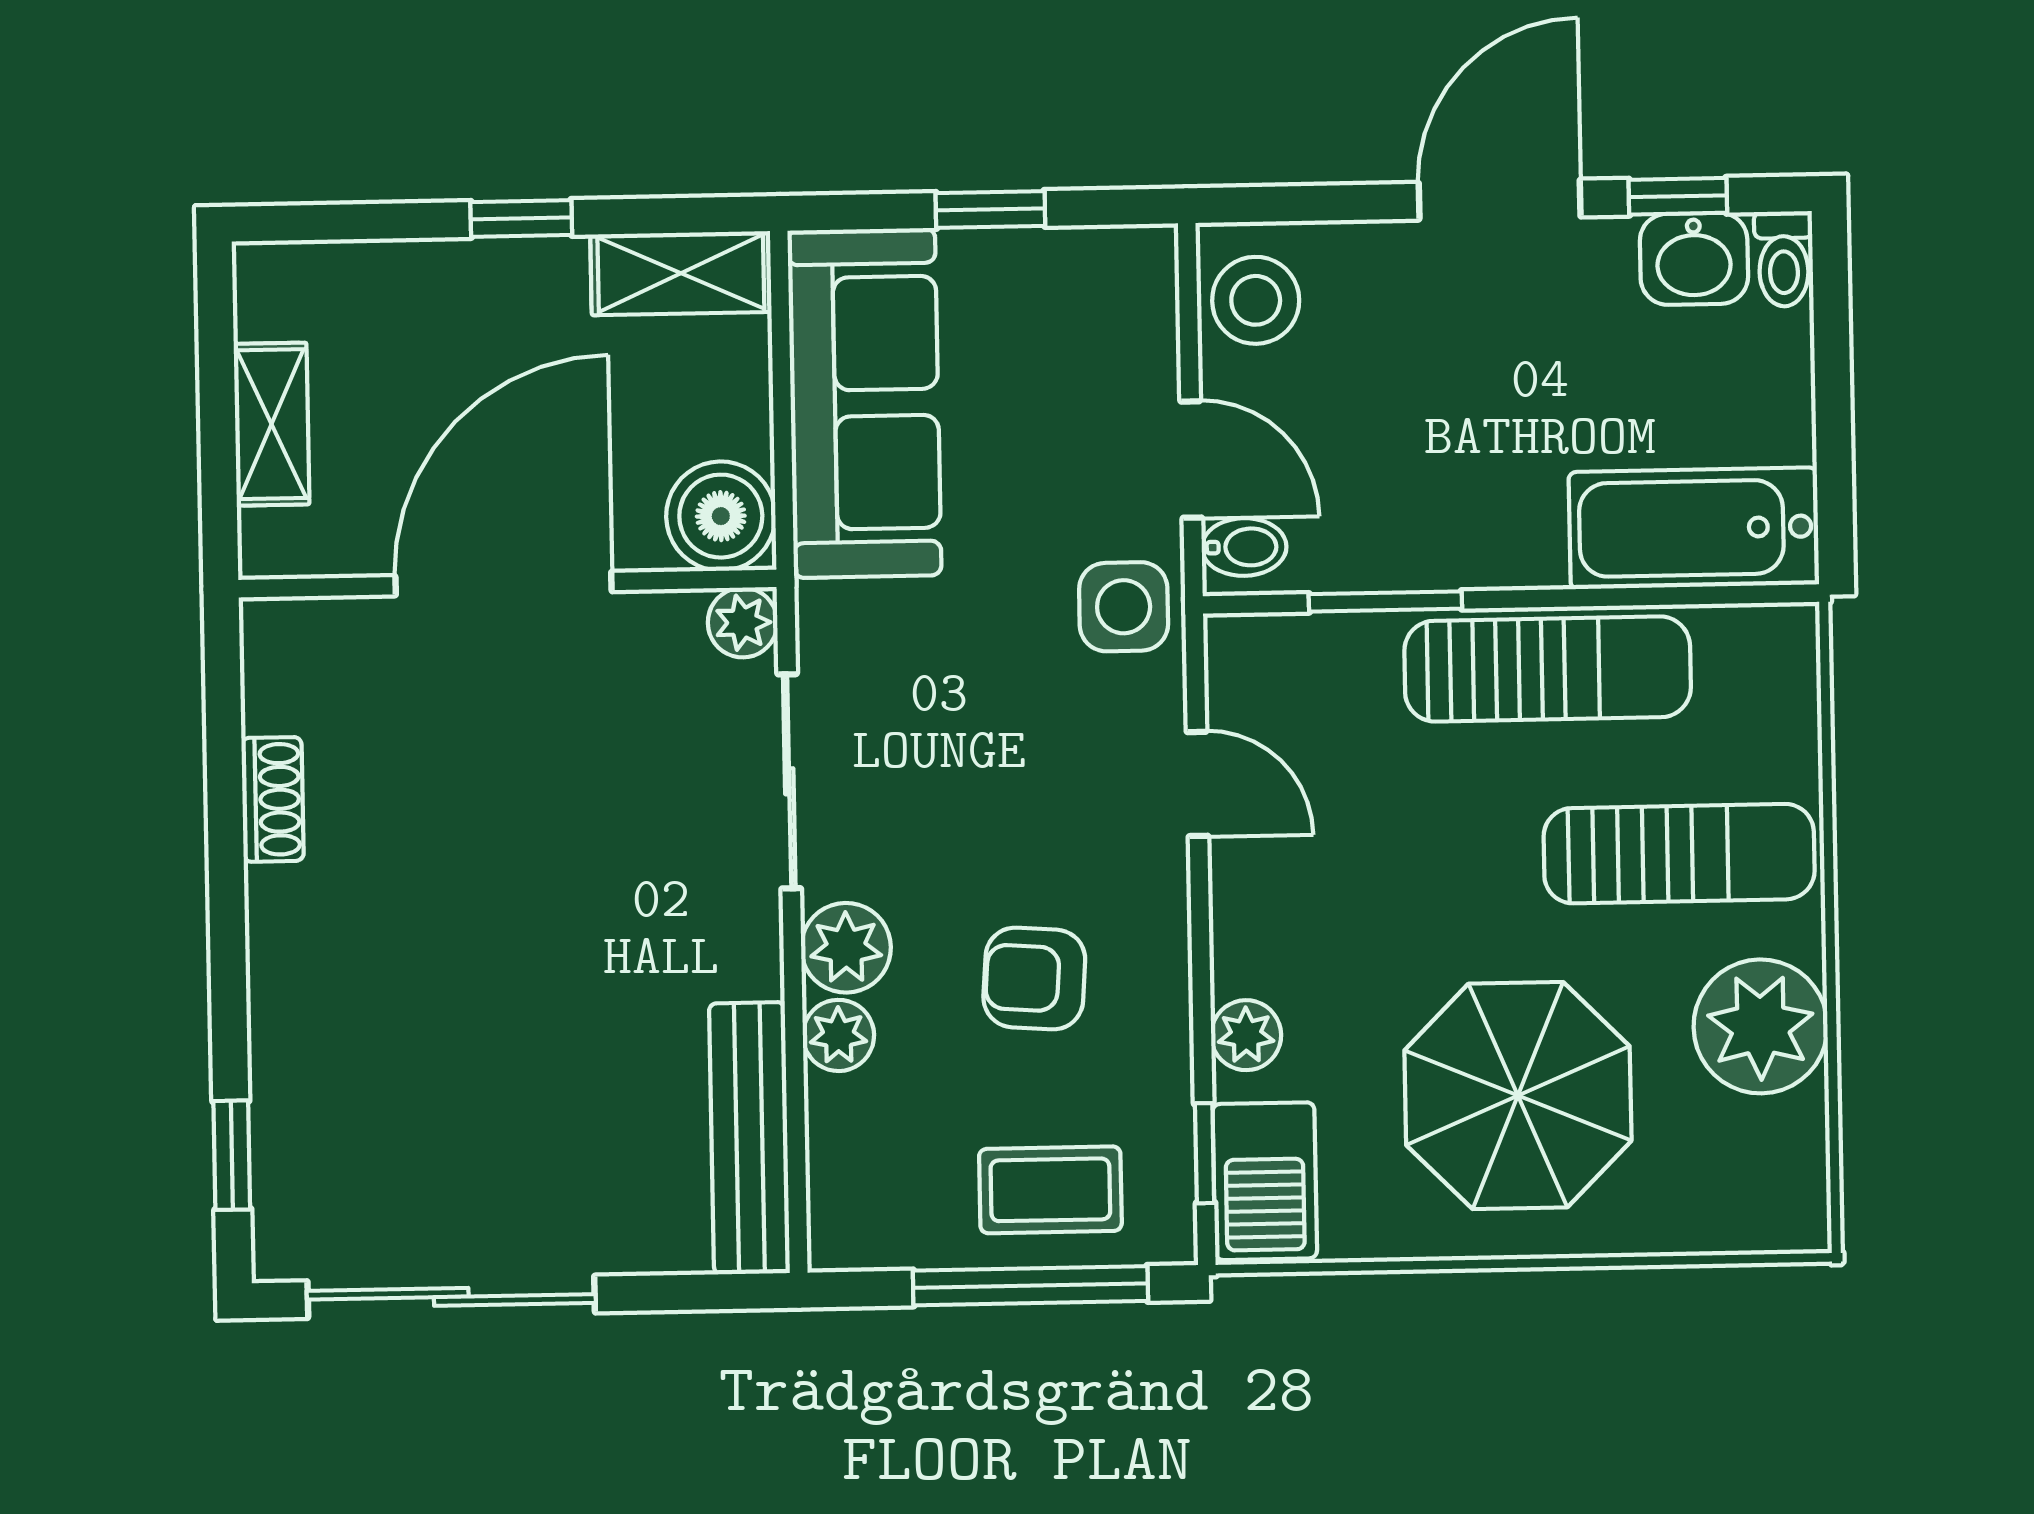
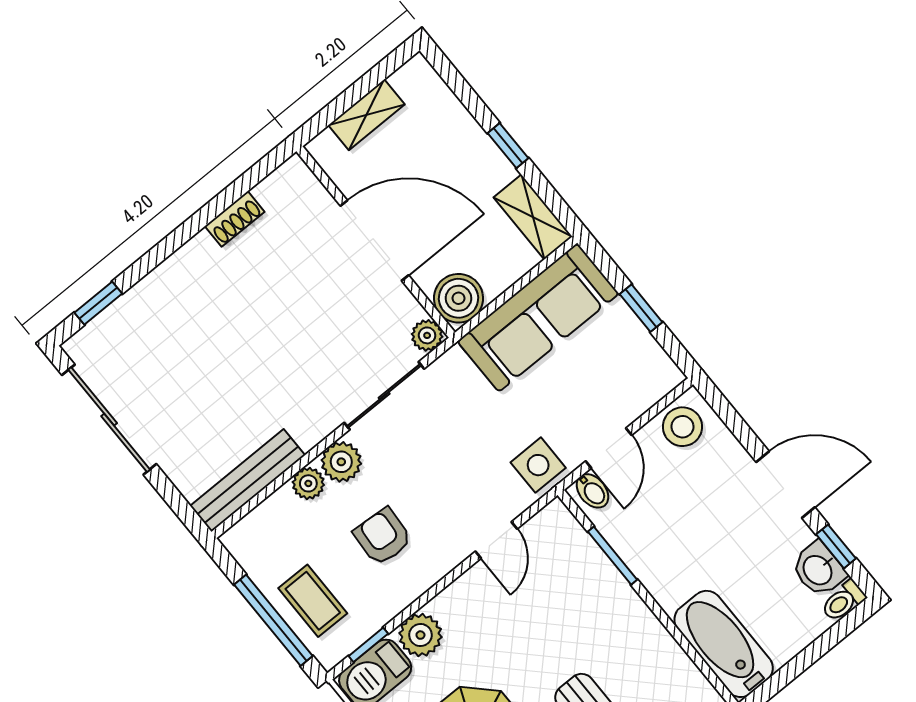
sun lounger: (1548, 669) -> (634, 631), removed
plant: (1246, 1035) -> (420, 635), width x1.38, depth x1.38

